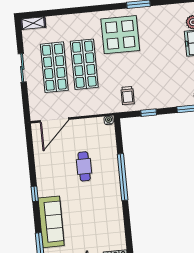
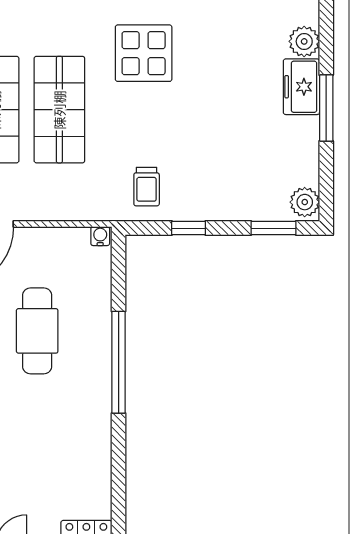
display table: (120, 35) -> (144, 53), width x0.73, depth x0.73
cafe table: (84, 166) -> (37, 331), width x1.37, depth x1.35

